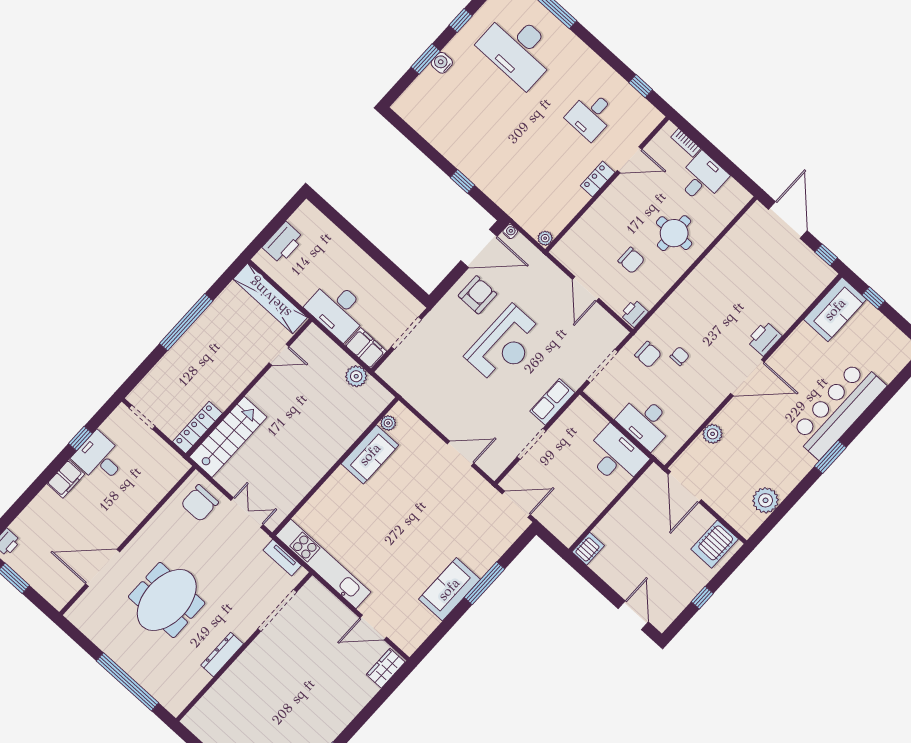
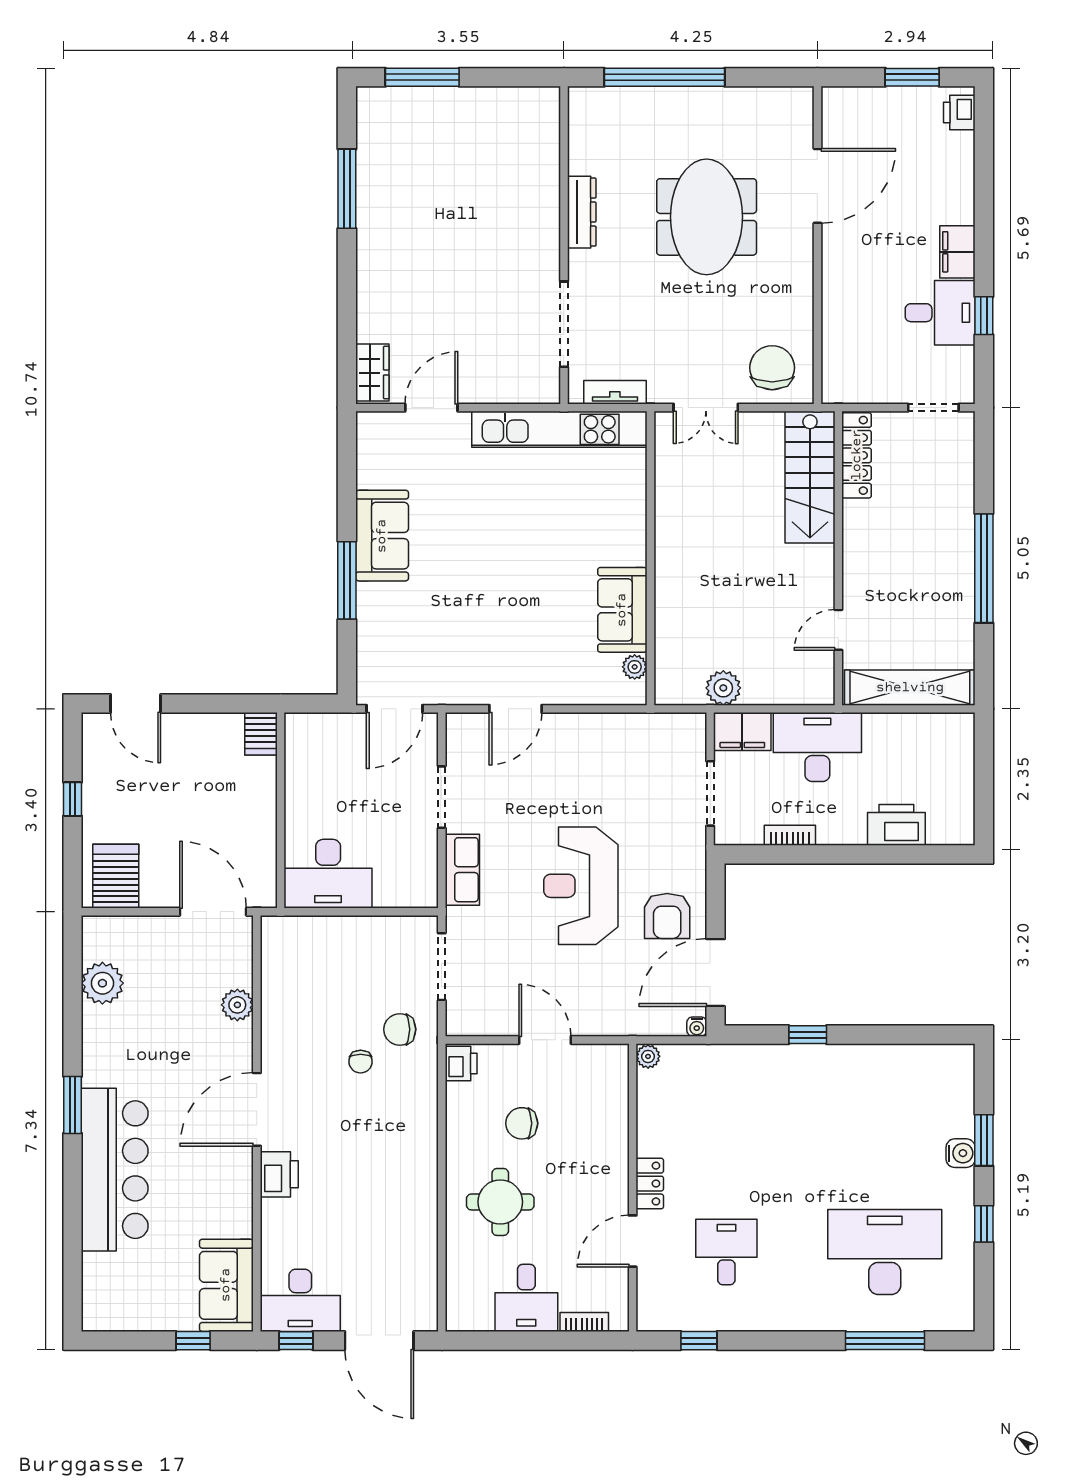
printer: (283, 243) -> (896, 825), moved, turned 90
bookcase: (387, 281) -> (790, 835), added
desk: (645, 422) -> (300, 1300), moved, turned 180

